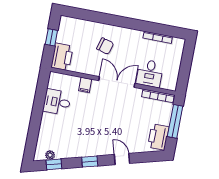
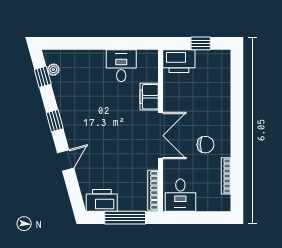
chair: (105, 46) -> (205, 145), moved, turned -106
desk: (150, 73) -> (180, 195), moved, turned -90
filing cabinet: (85, 85) -> (149, 97), width x2.00

